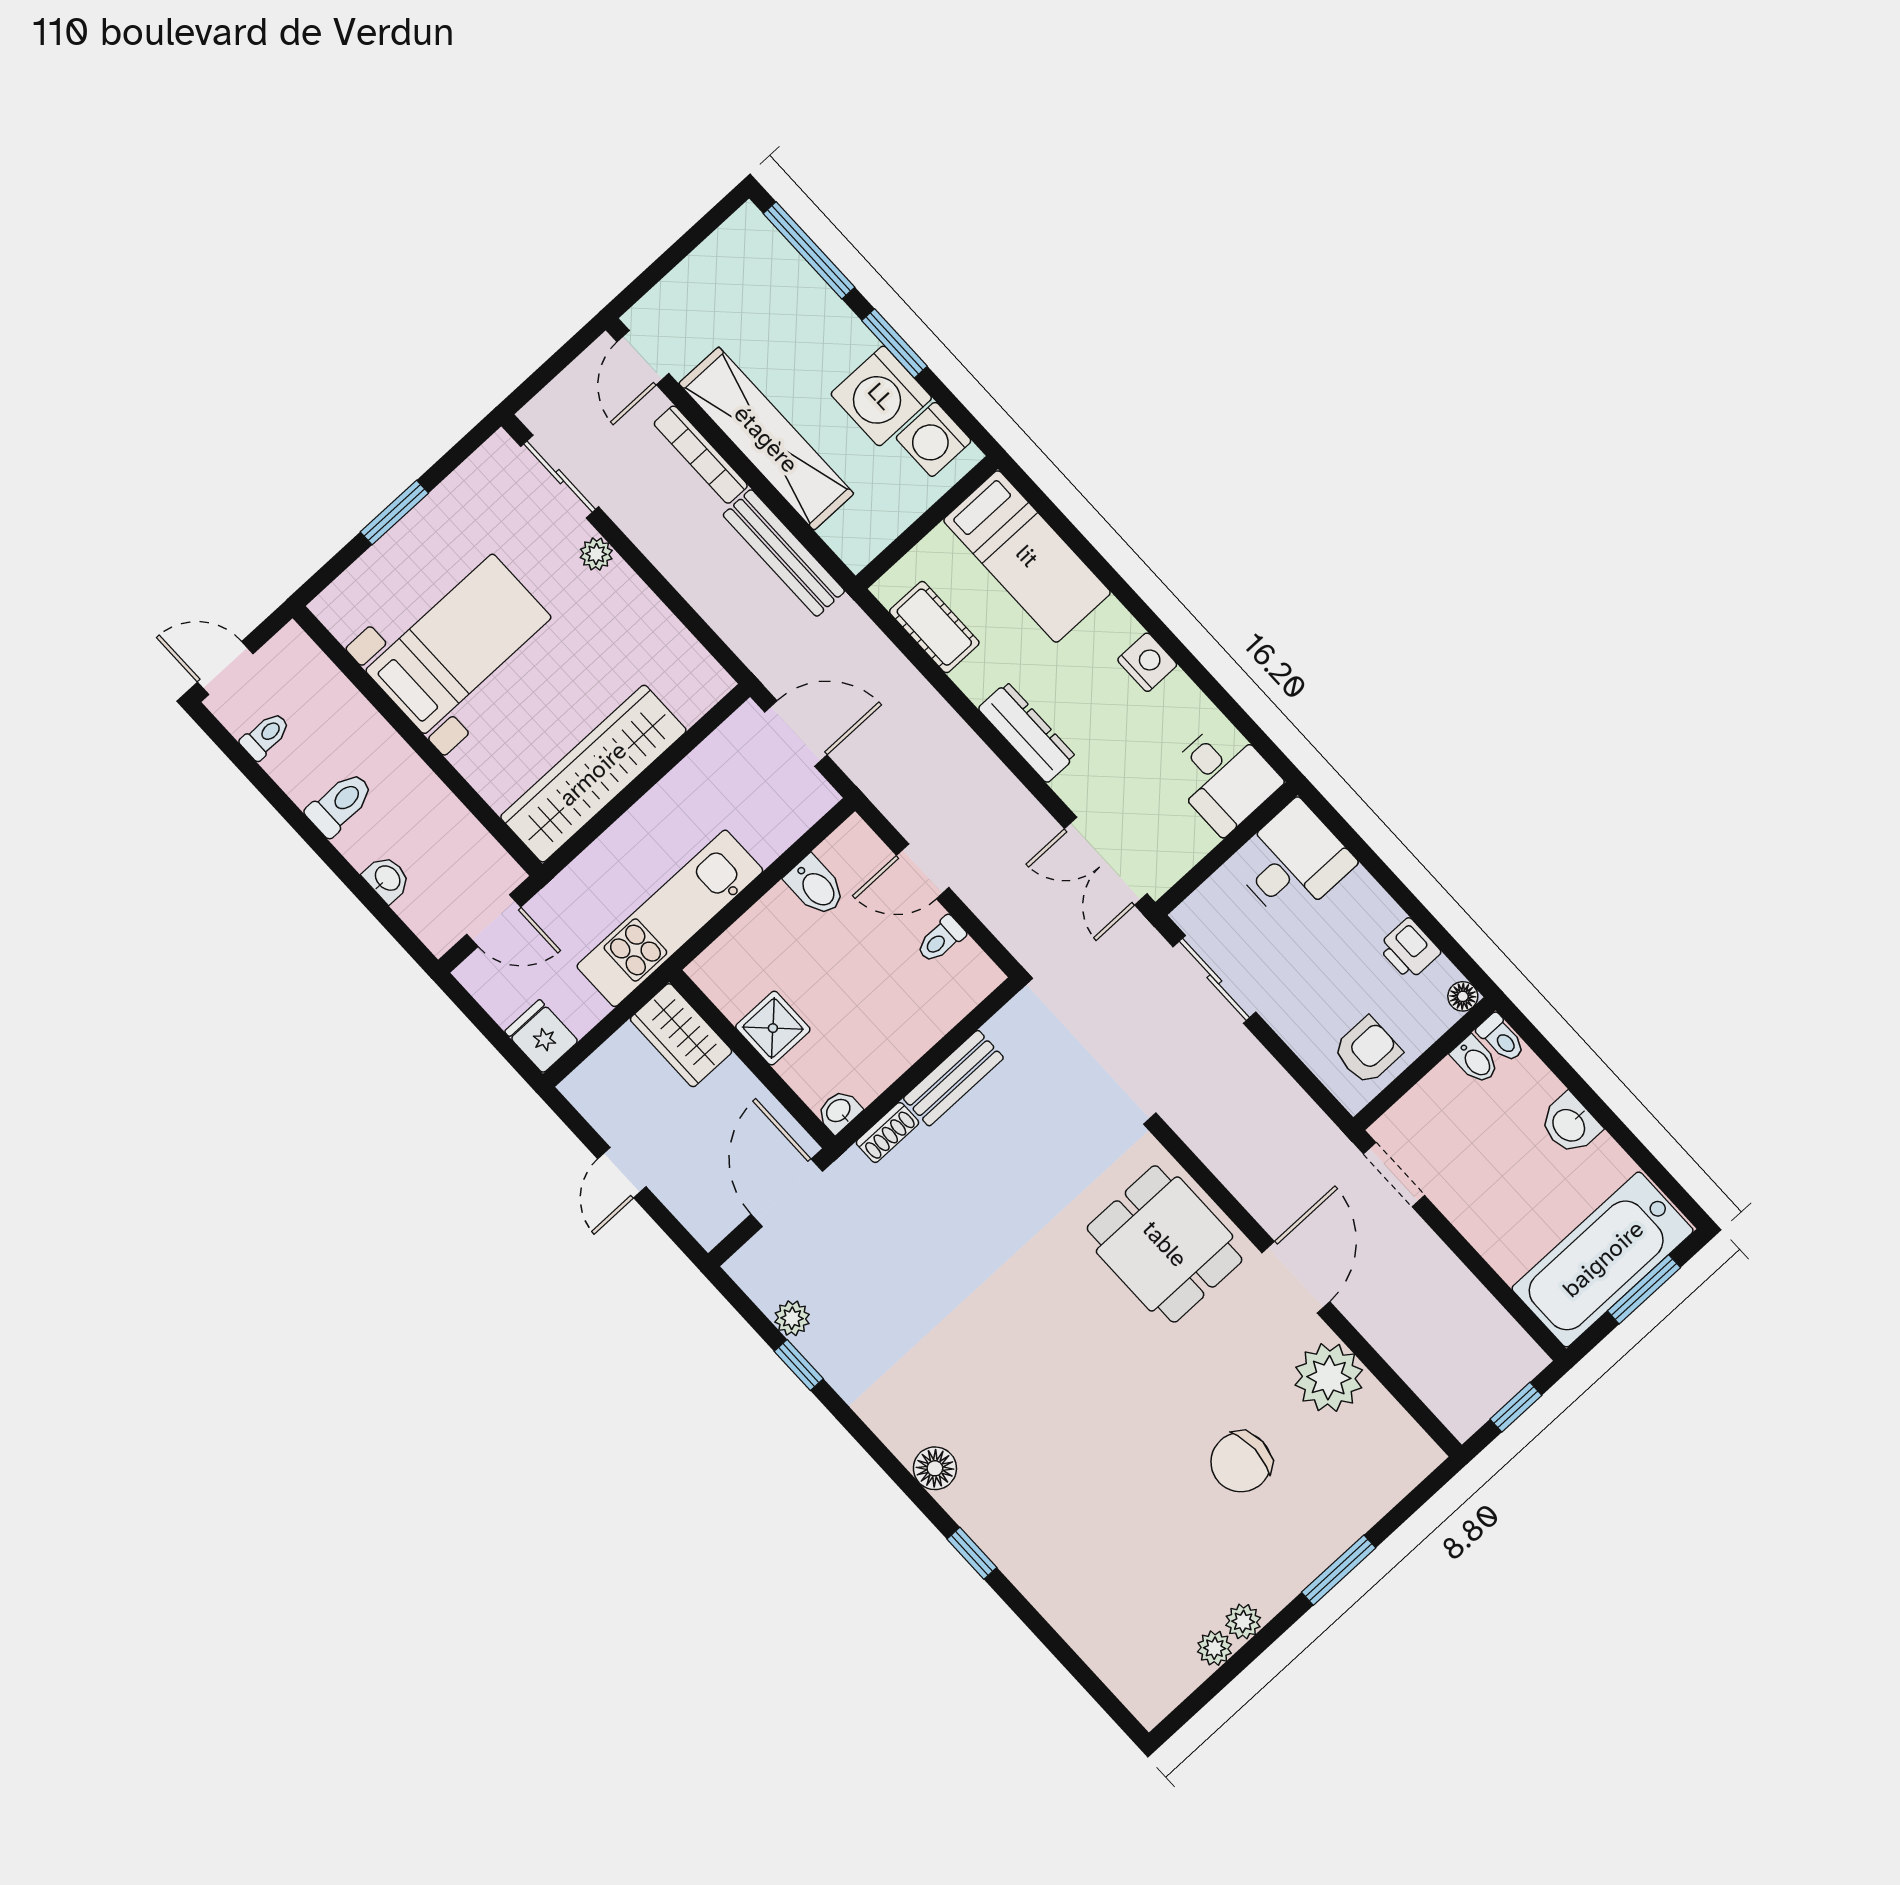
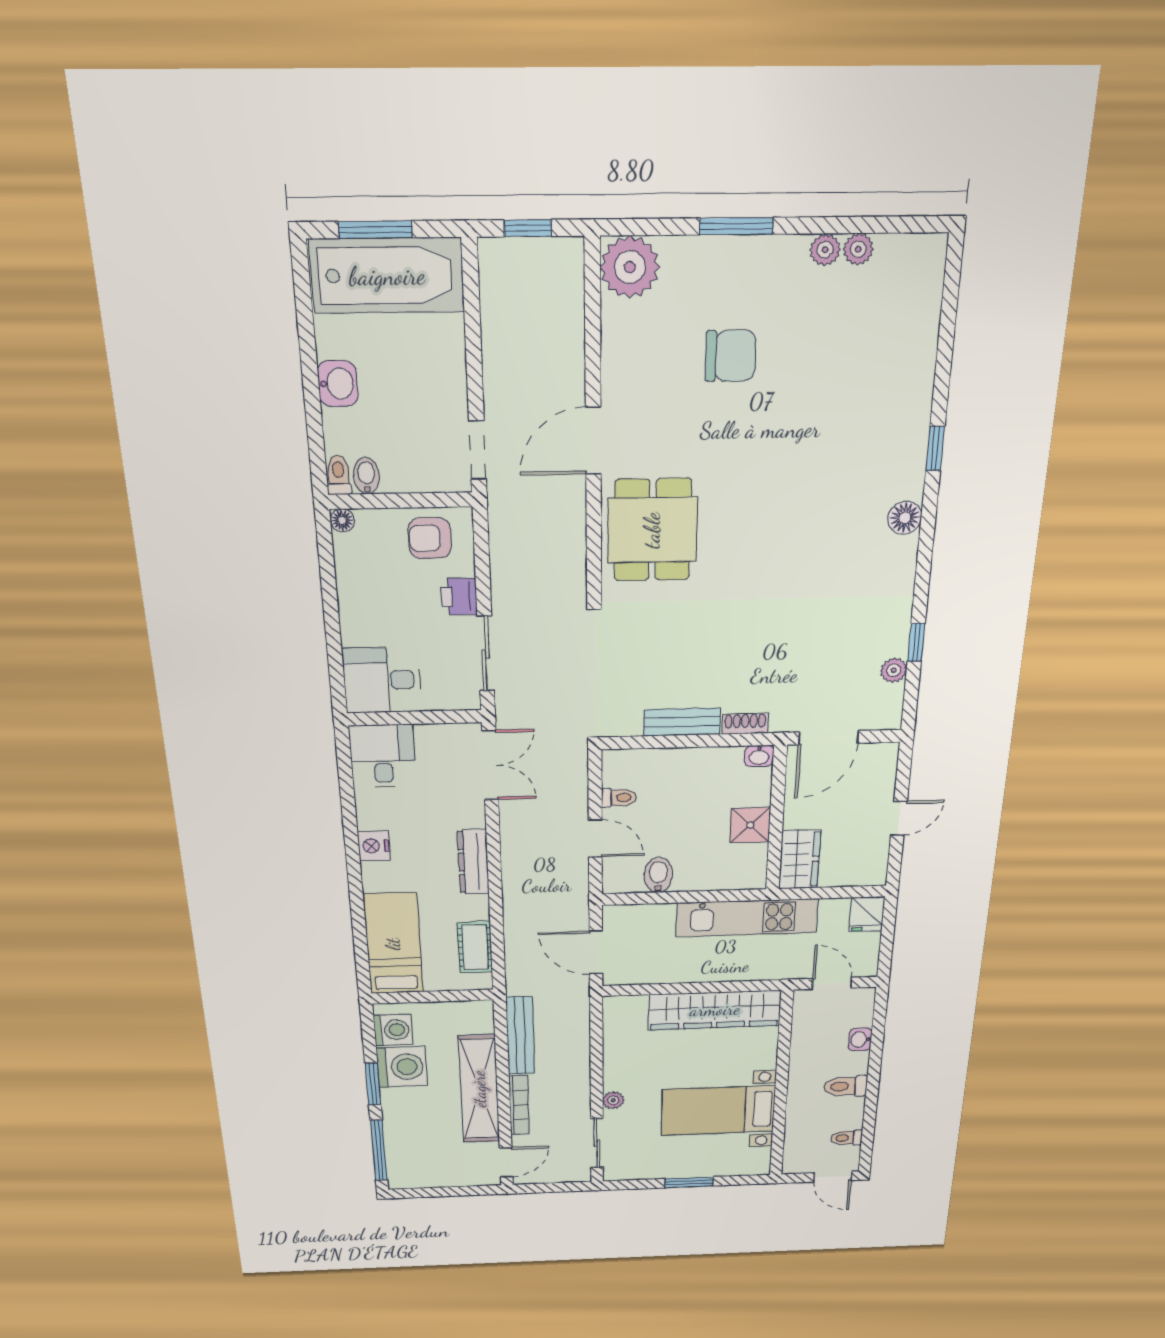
printer: (1409, 949) -> (459, 597), moved, turned 180
plant: (1329, 1378) -> (630, 267), moved

